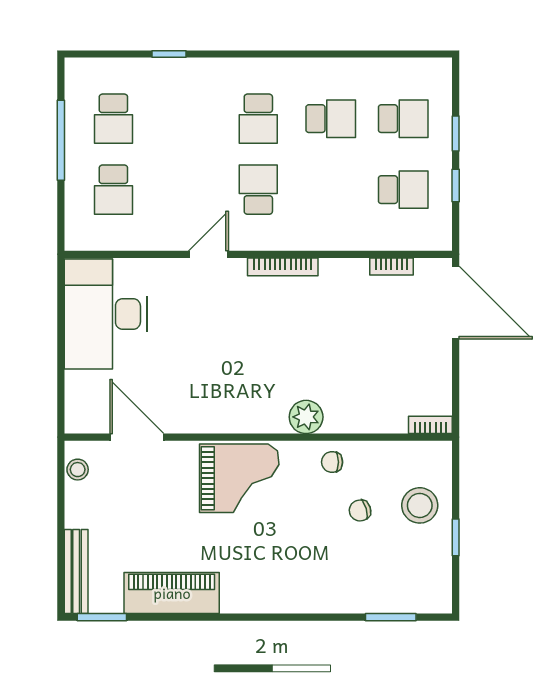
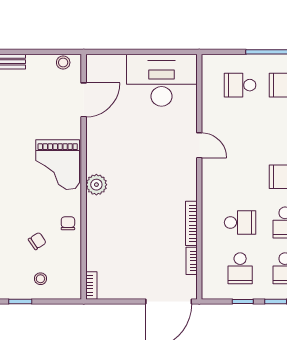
school desk: (258, 190) -> (240, 223), moved
bookcase: (283, 267) -> (191, 223), moved
plant: (306, 417) -> (96, 185), moved
stool: (420, 505) -> (40, 279), width x0.53, depth x0.53
chair: (360, 510) -> (37, 241), turned 72

